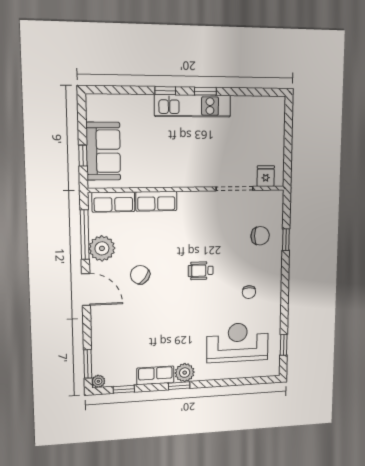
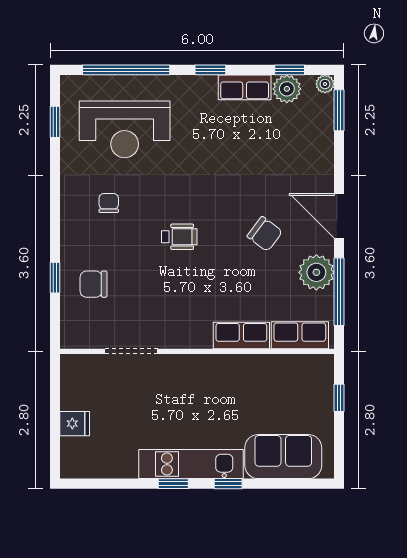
sofa: (103, 151) -> (283, 457), moved, turned 90
fridge: (266, 176) -> (75, 424), moved, turned -90
plant: (185, 373) -> (287, 89), moved
window: (236, 382) -> (126, 70), added

